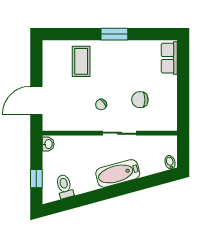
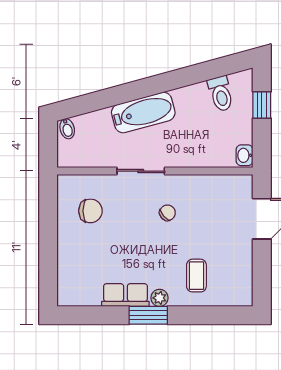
plant: (107, 46) -> (160, 298), added
row of seats: (169, 58) -> (125, 295), moved, turned -90
coffee table: (81, 61) -> (196, 276), width x0.73, depth x0.77
chair: (140, 100) -> (90, 211), moved

